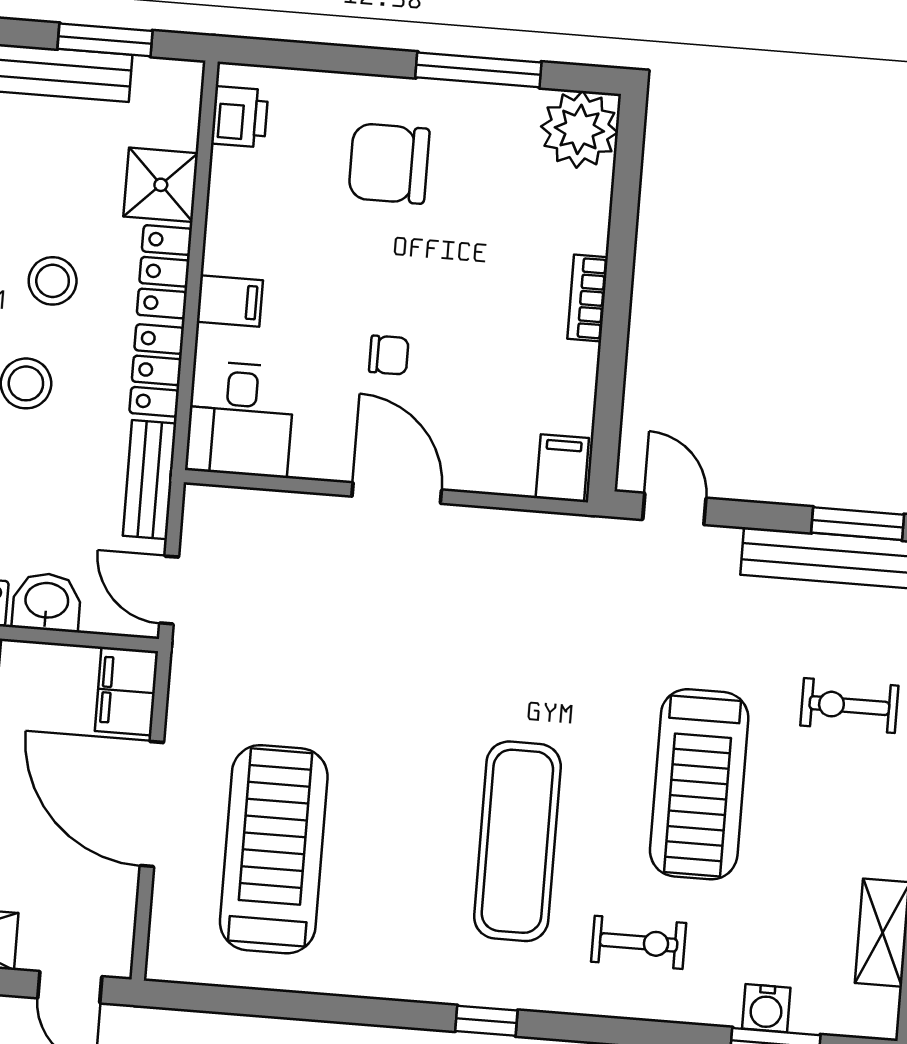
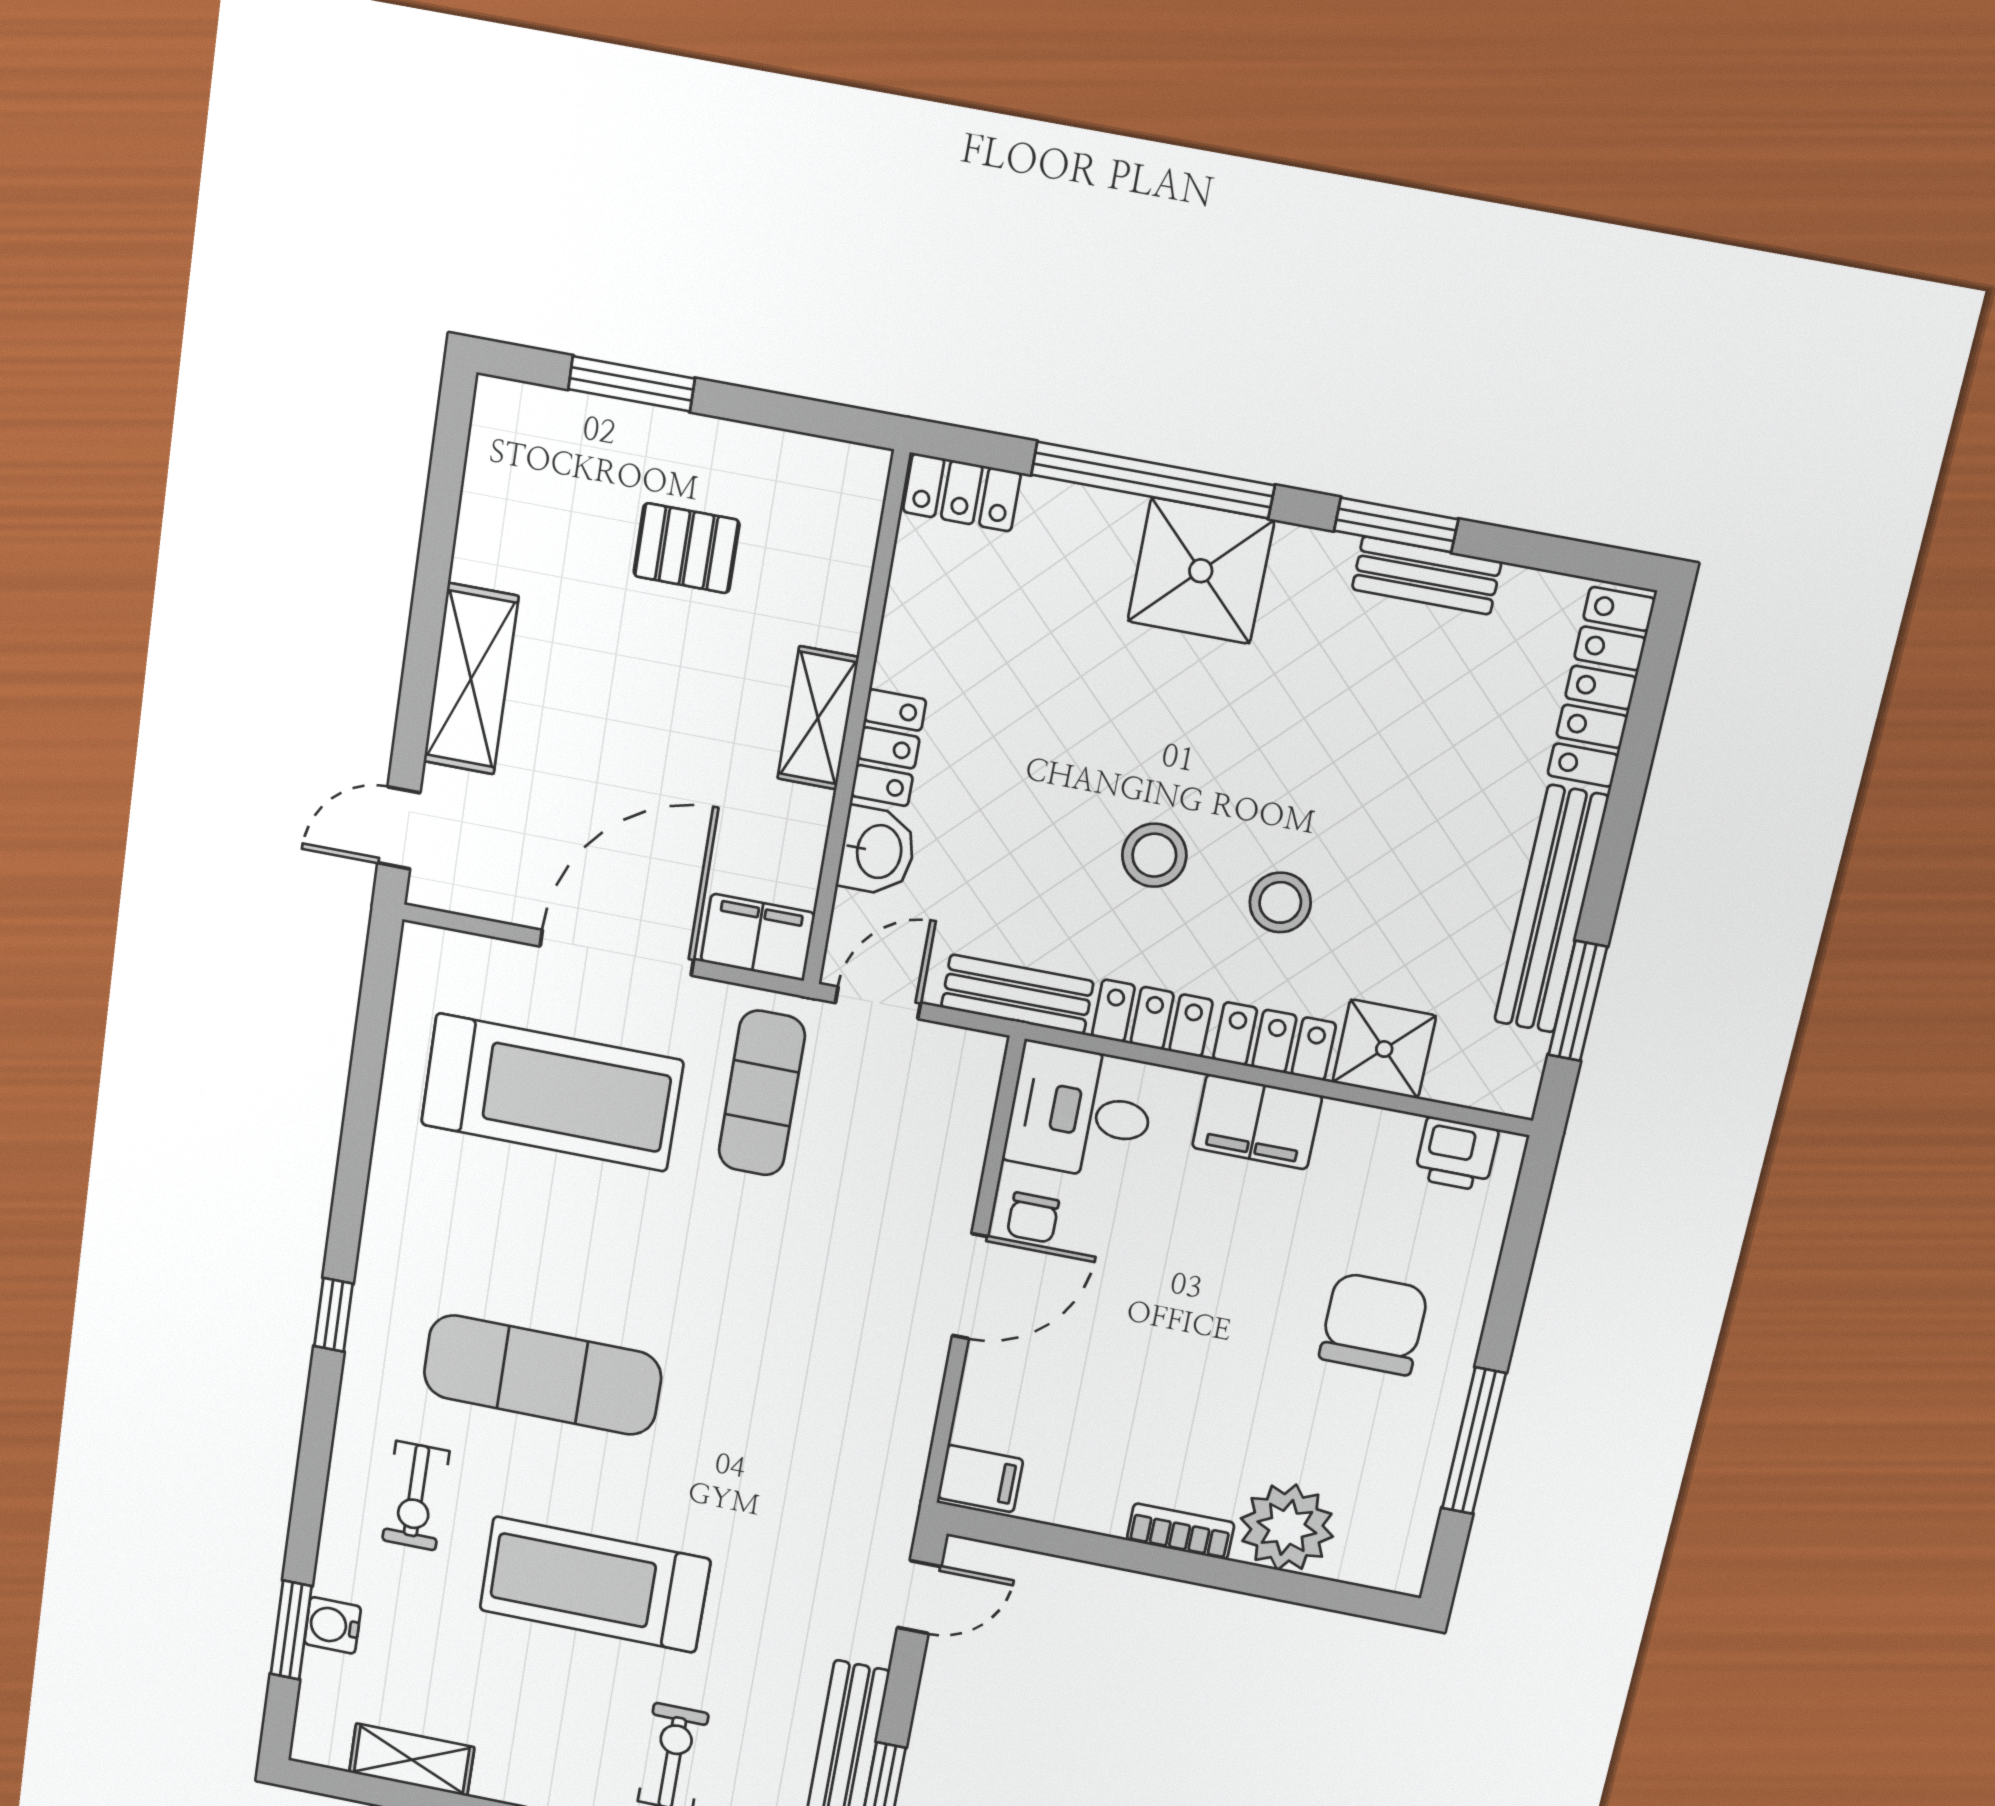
plant: (579, 129) -> (1287, 1527), moved
filing cabinet: (230, 301) -> (1257, 1122), width x2.00
chair: (389, 355) -> (1033, 1218), moved
exercise mat: (254, 677) -> (762, 1093), added

